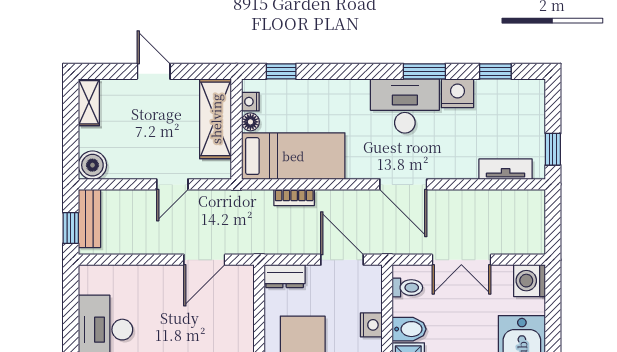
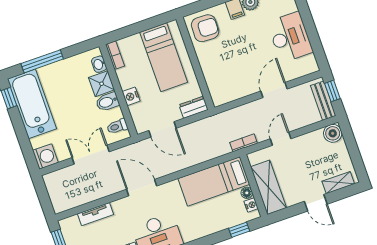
shelving: (89, 102) -> (338, 183), moved, turned 90
tv unit: (506, 169) -> (96, 214), moved
bookcase: (294, 197) -> (244, 143), moved
door: (204, 260) -> (274, 90), moved

